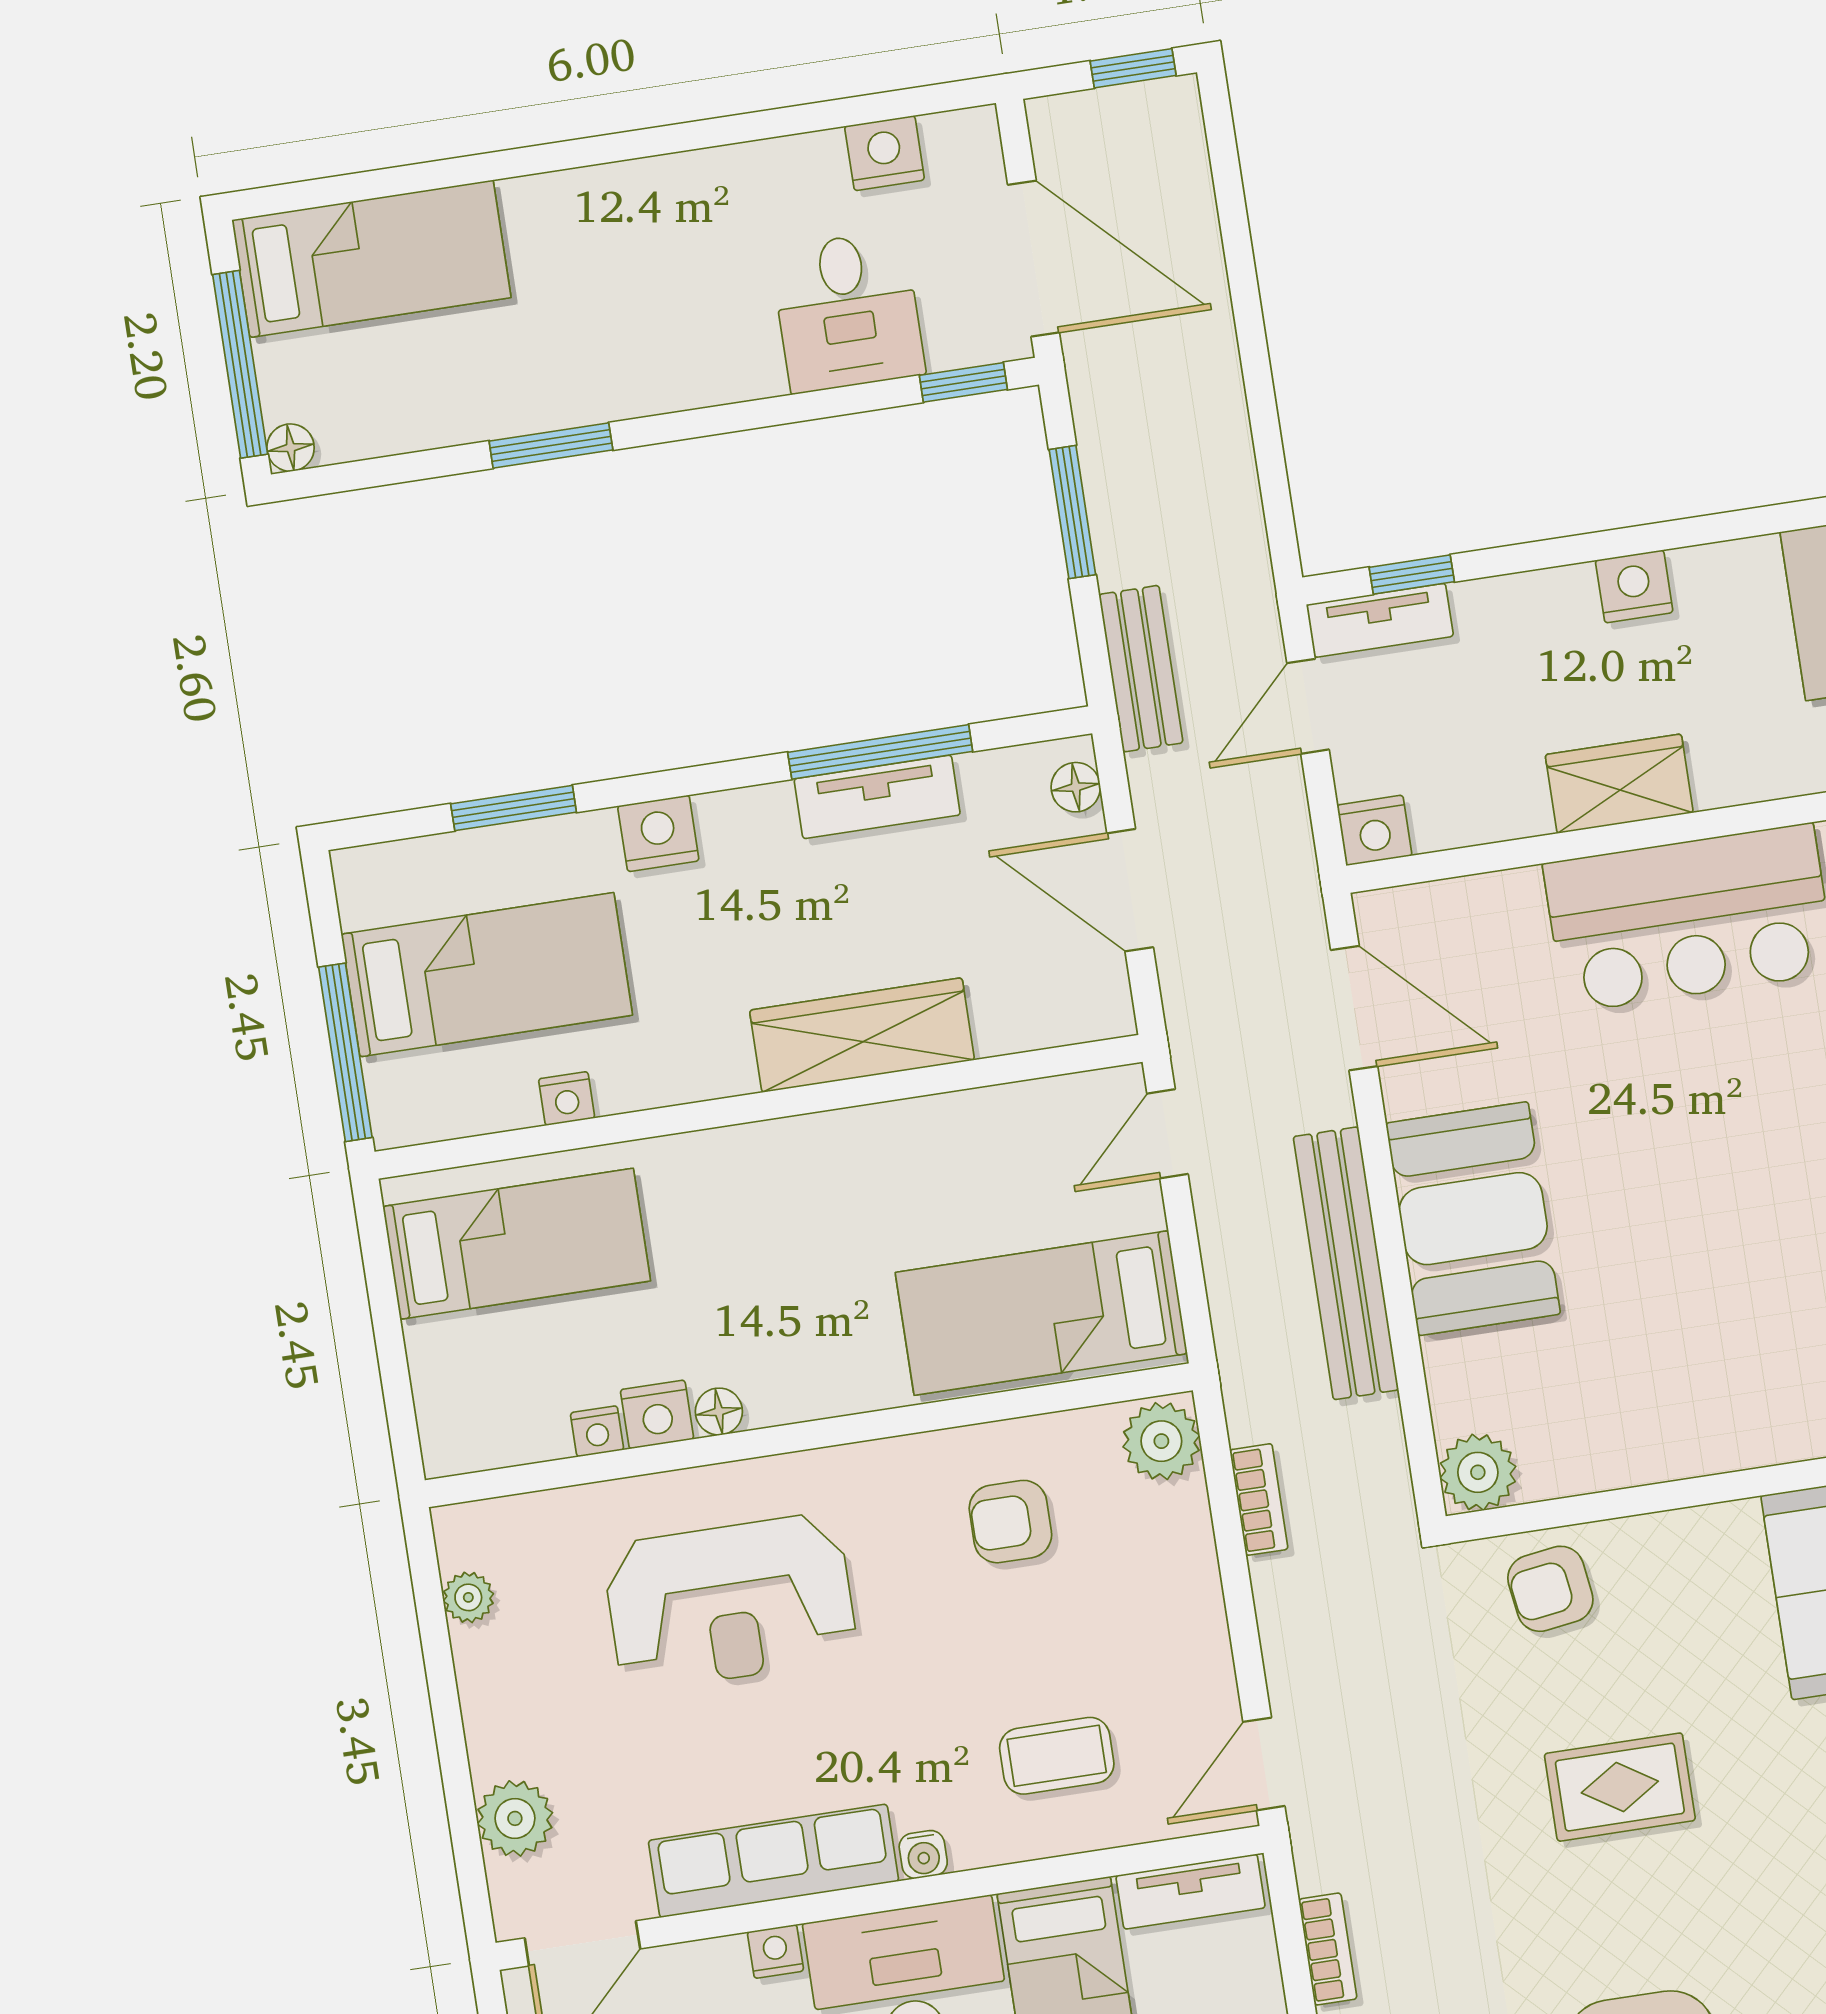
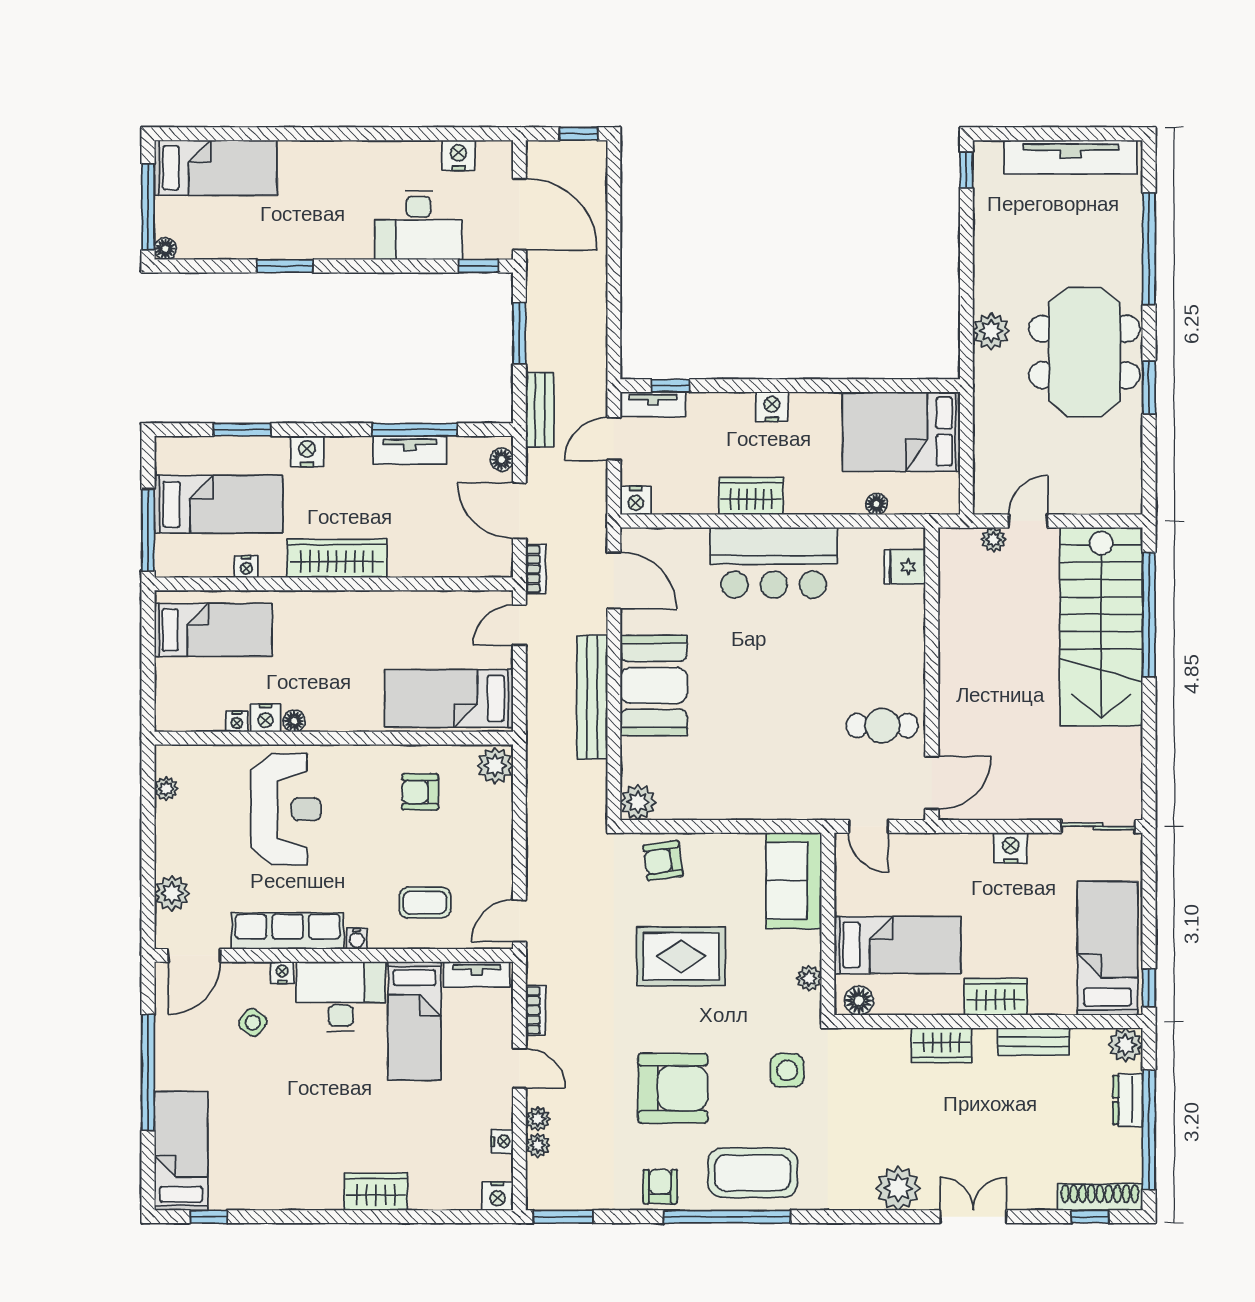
desk: (848, 312) -> (419, 225), width x1.37
wardrobe: (862, 1035) -> (337, 558), moved
bookcase: (1259, 1500) -> (536, 569), moved
reception desk: (730, 1602) -> (286, 809), turned -90
rug: (1620, 1787) -> (681, 956), width x1.36, depth x1.43

